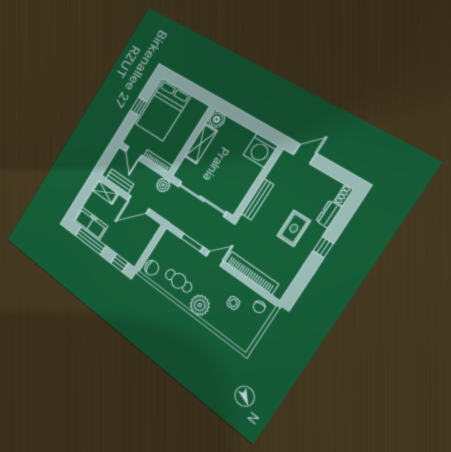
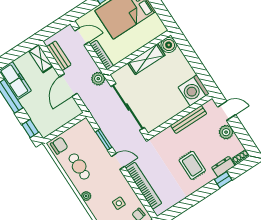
door: (133, 153) -> (82, 37), swing flipped
plant: (315, 176) -> (226, 132), added
bench: (257, 199) -> (189, 119), moved
door: (138, 205) -> (68, 85), hinge flipped
rug: (294, 228) -> (192, 165), turned 90
window: (323, 247) -> (223, 180), moved
chair: (152, 268) -> (59, 146), turned -90
plant: (200, 305) -> (86, 196), width x0.53, depth x0.53

